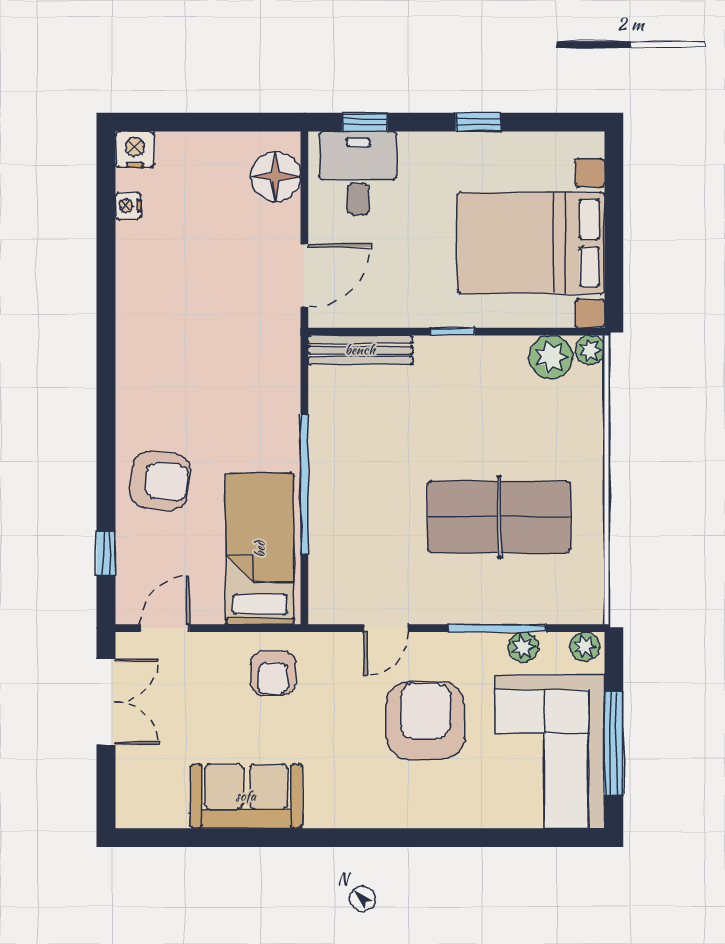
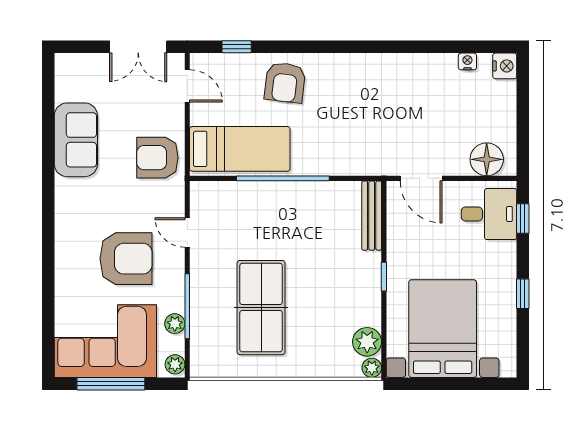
armchair: (273, 673) -> (157, 158), width x1.38, depth x1.38

